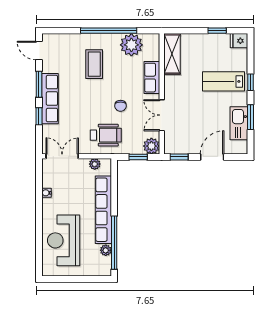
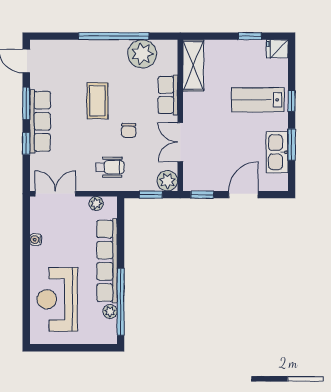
coffee table: (94, 64) -> (97, 101), moved
wheelchair: (106, 135) -> (110, 167), width x0.73, depth x0.73

